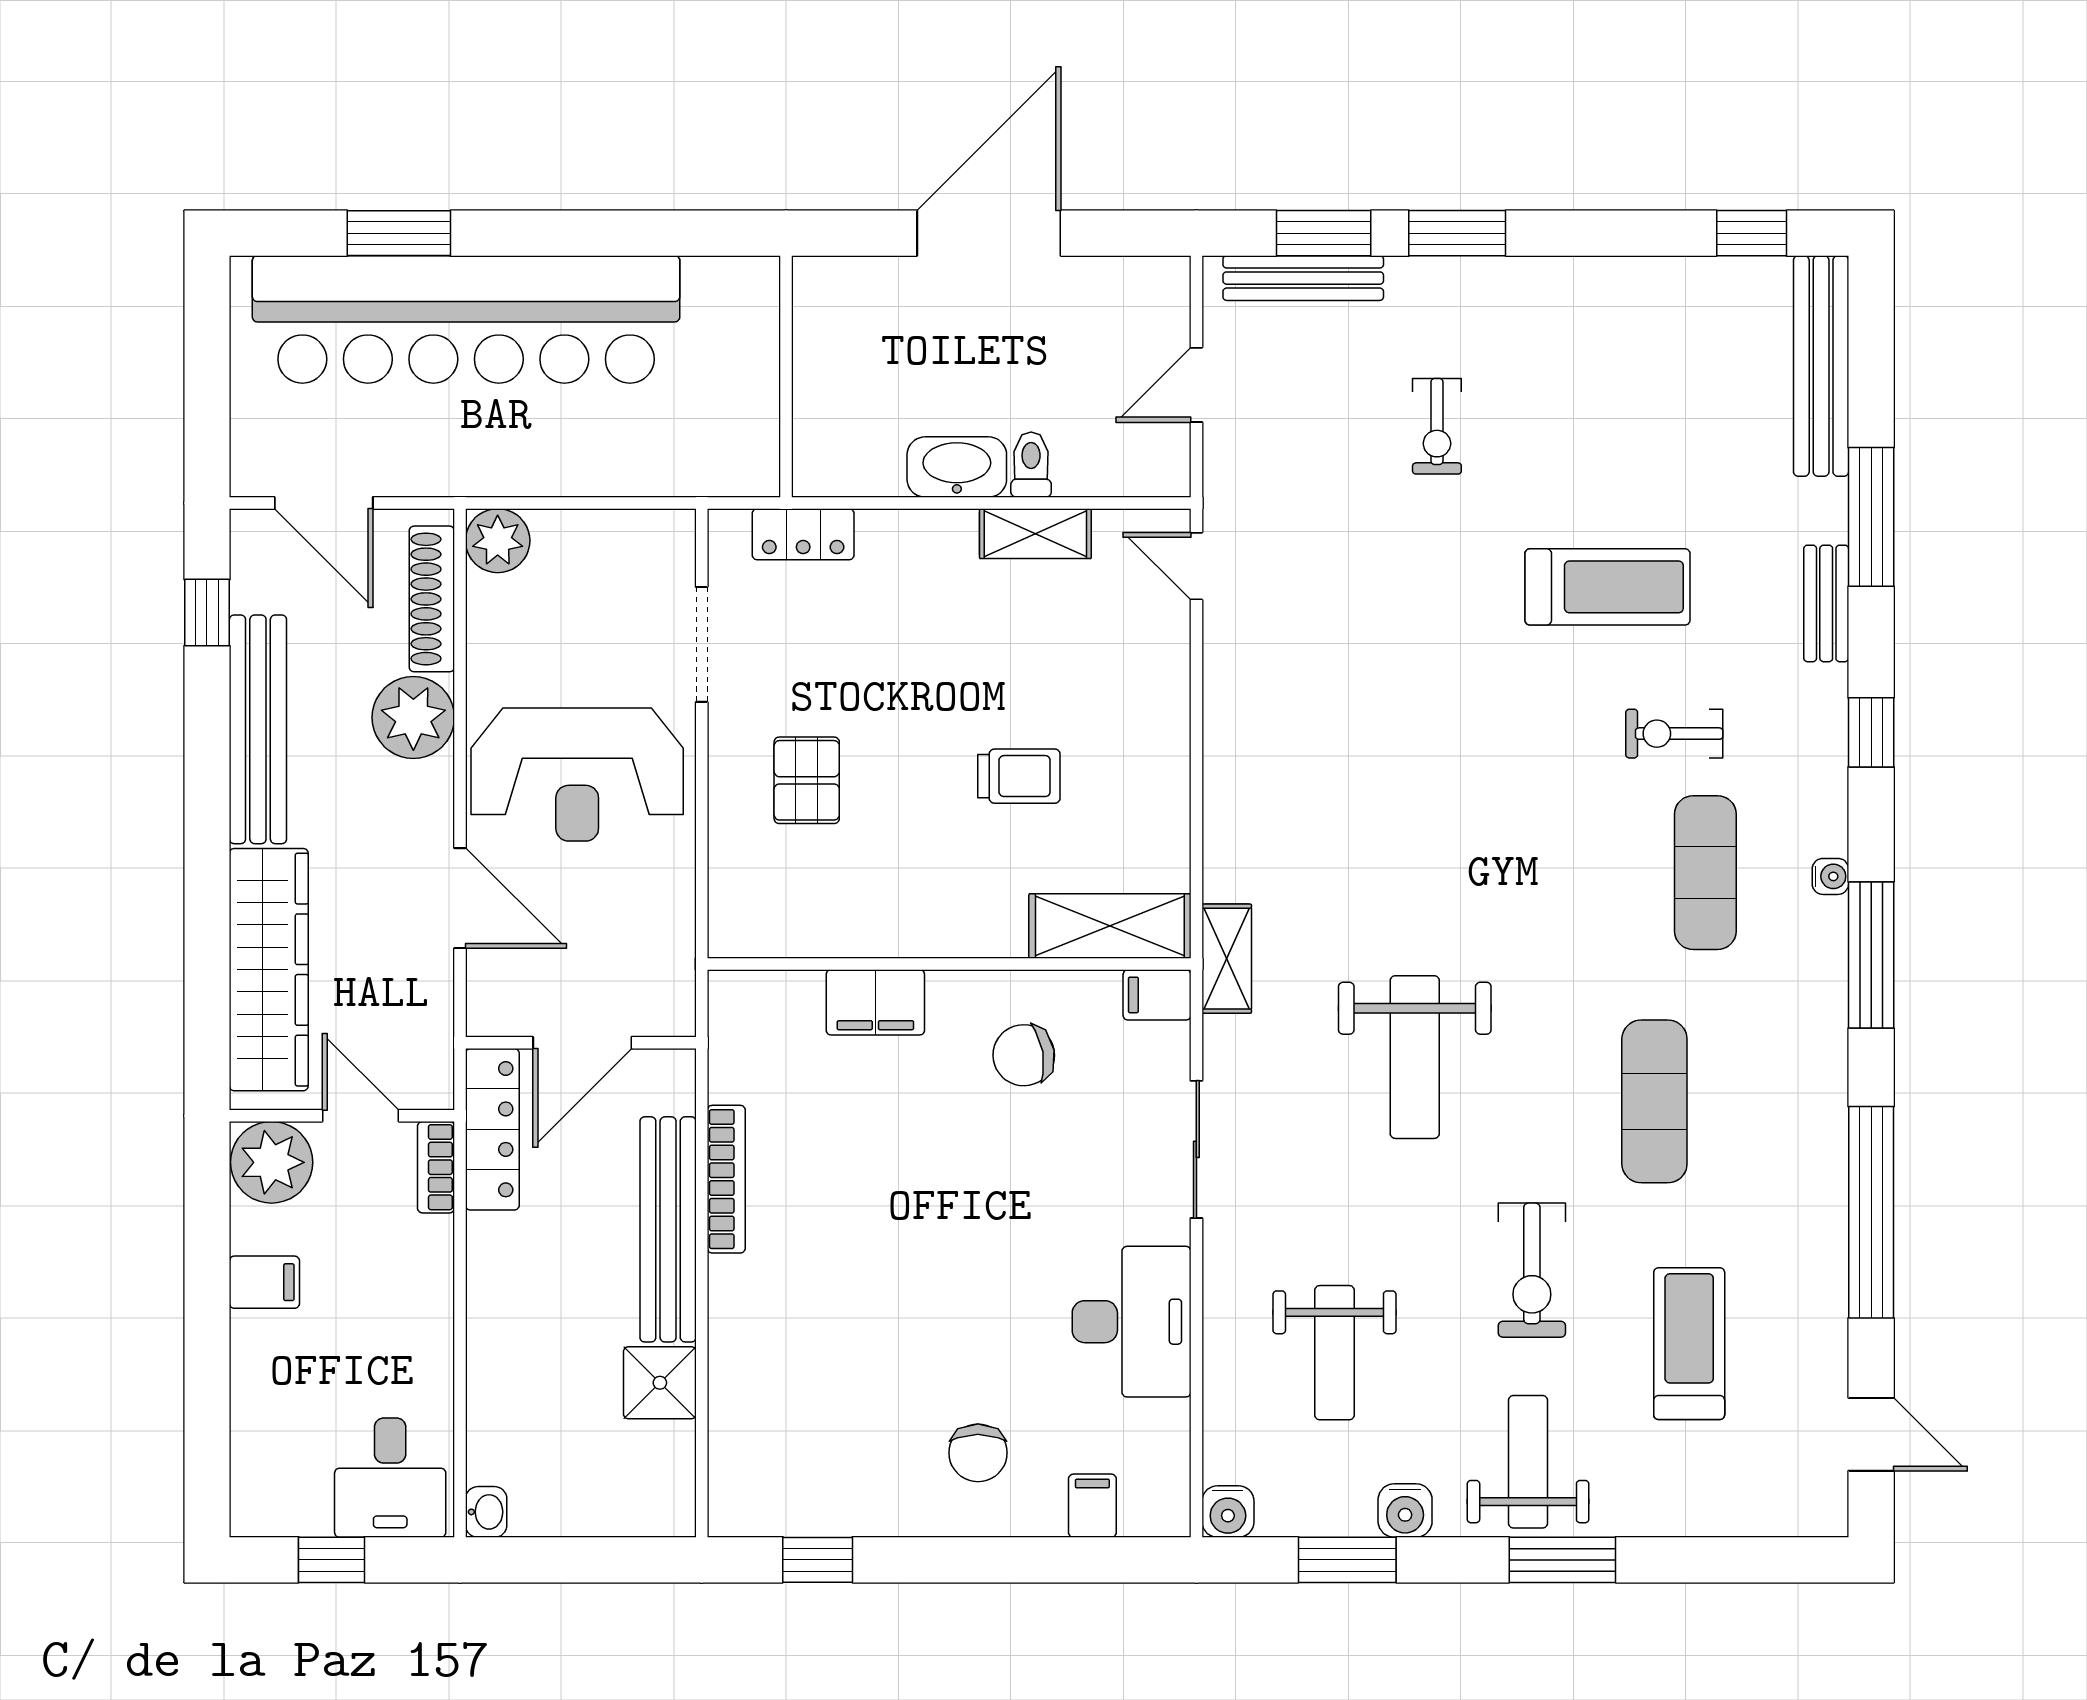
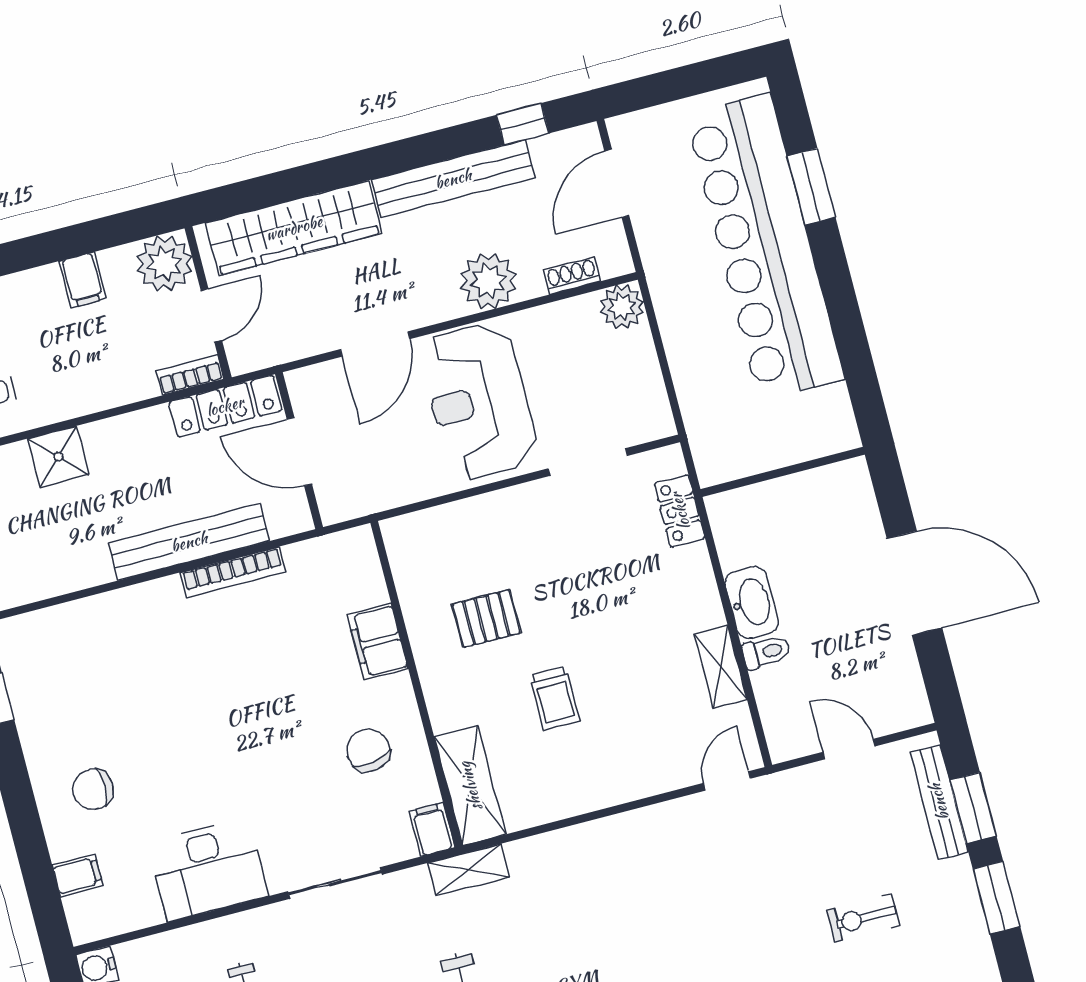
shoe rack: (432, 599) -> (572, 276), width x0.51, depth x0.81
pallet: (807, 780) -> (486, 619), moved
shower: (660, 1383) -> (58, 457), moved

